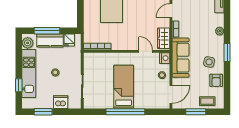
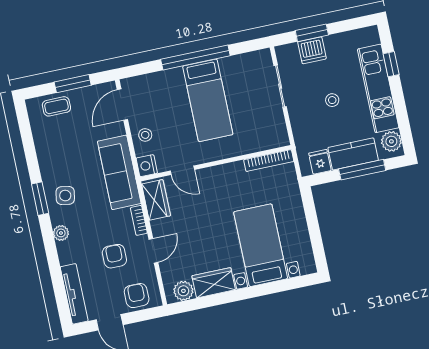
side table: (209, 62) -> (65, 196), moved
armchair: (216, 80) -> (114, 256), moved
window: (43, 112) -> (312, 33), moved

